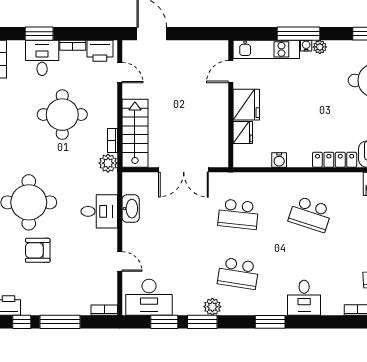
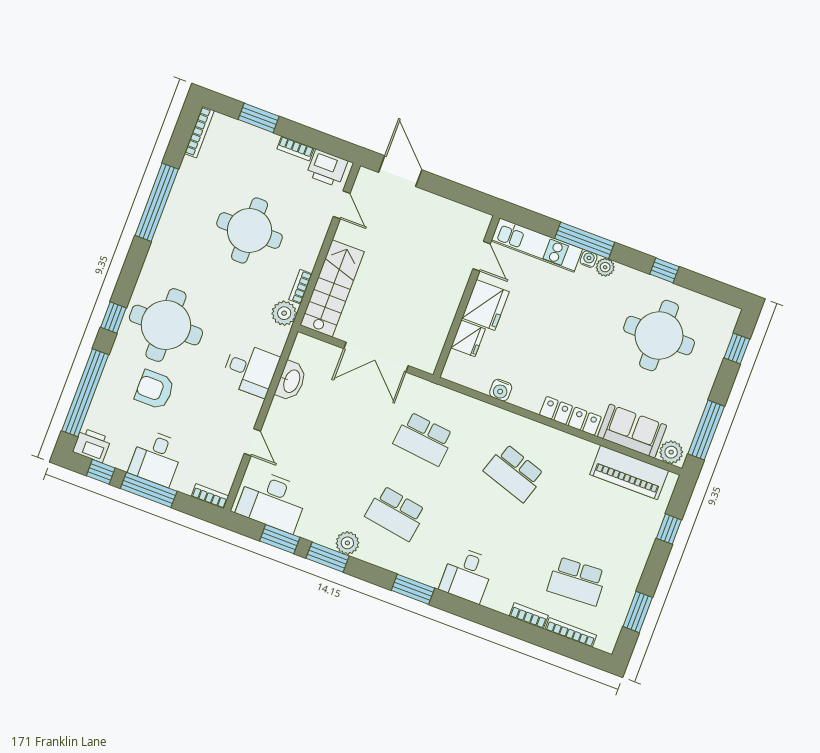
desk: (42, 58) -> (156, 458), moved, turned 180
door: (231, 72) -> (482, 256), swing flipped

